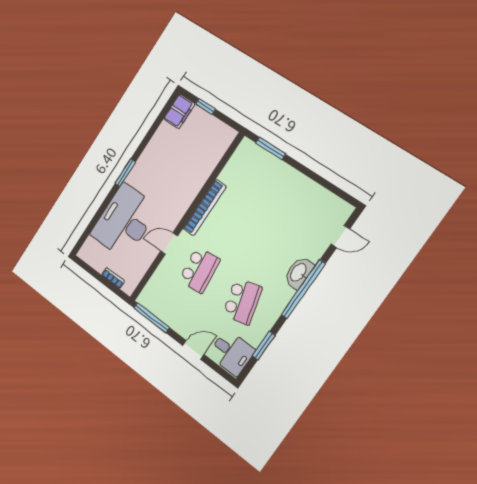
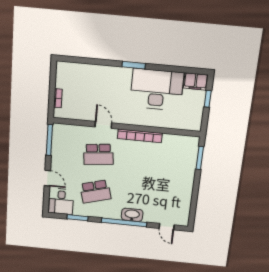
desk: (124, 221) -> (157, 89), moved

